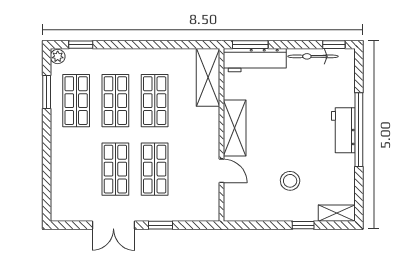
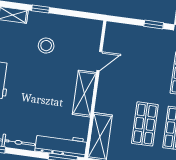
shop shelf: (155, 169) -> (152, 70), removed
door: (221, 171) -> (99, 61), swing flipped

